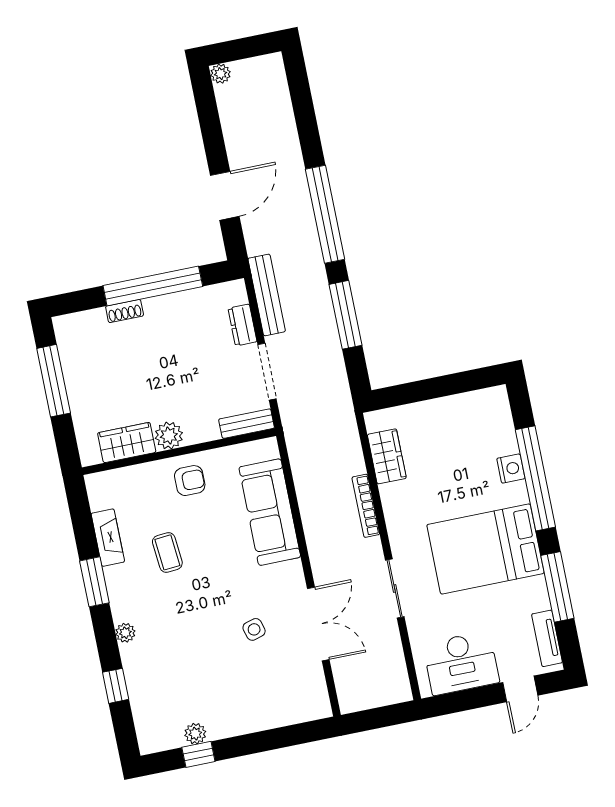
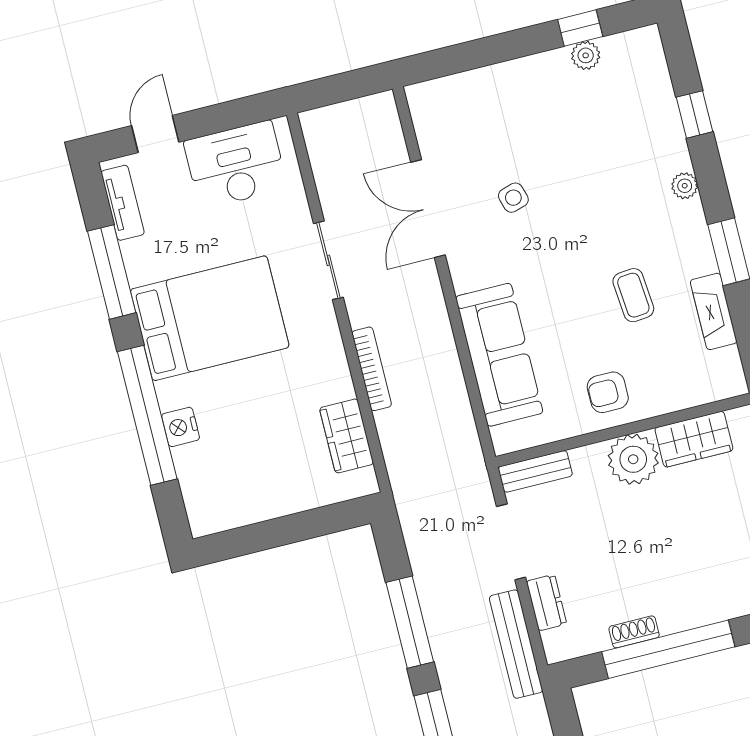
shoe rack: (125, 311) -> (634, 632), moved
plant: (169, 436) -> (633, 459), width x1.36, depth x1.36

